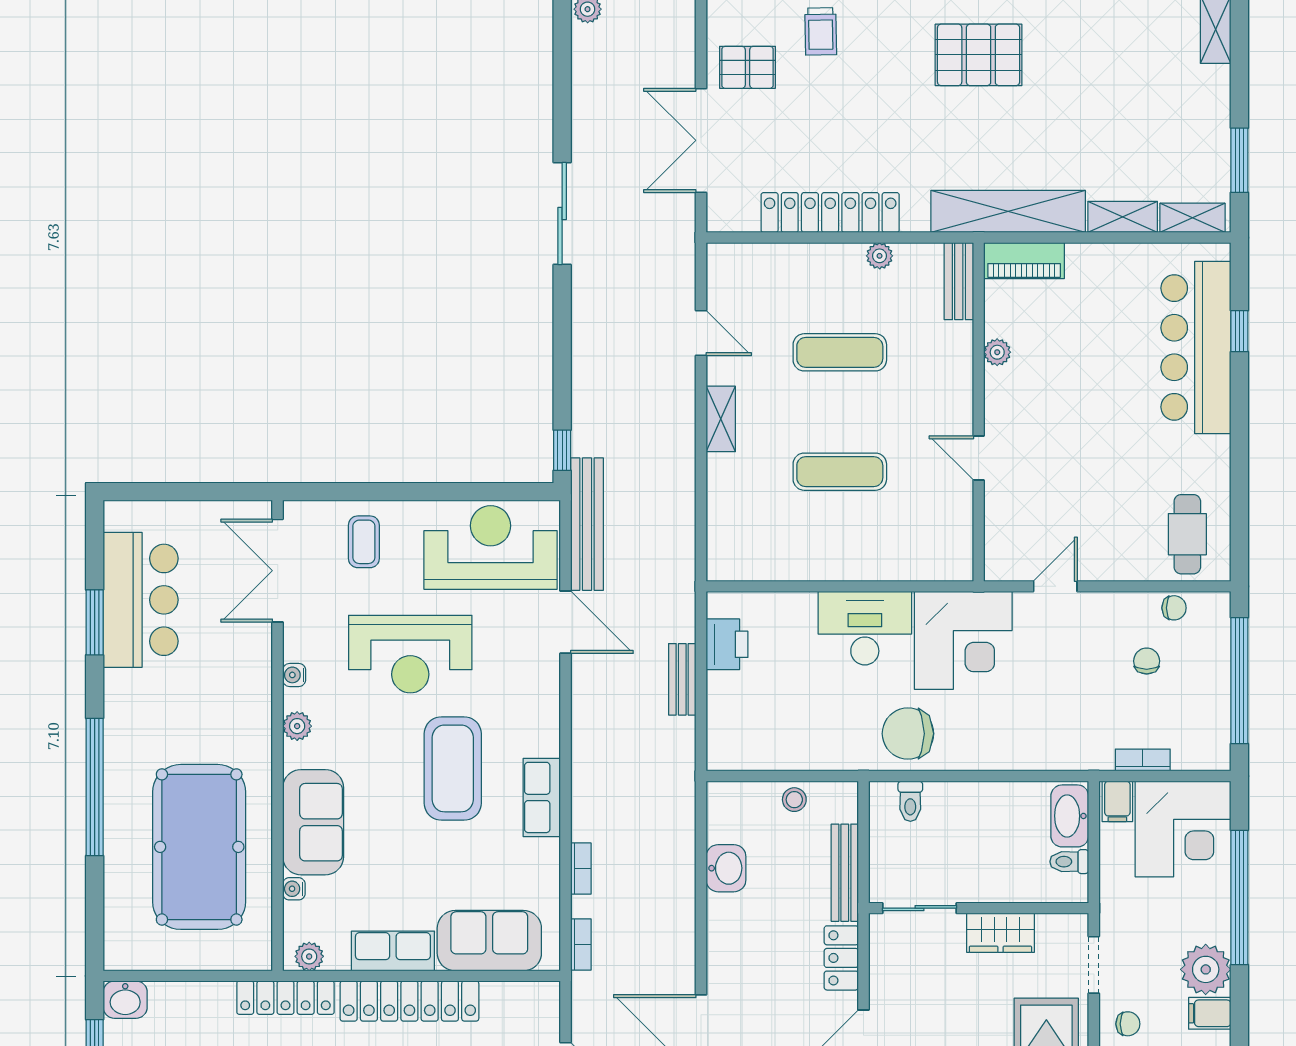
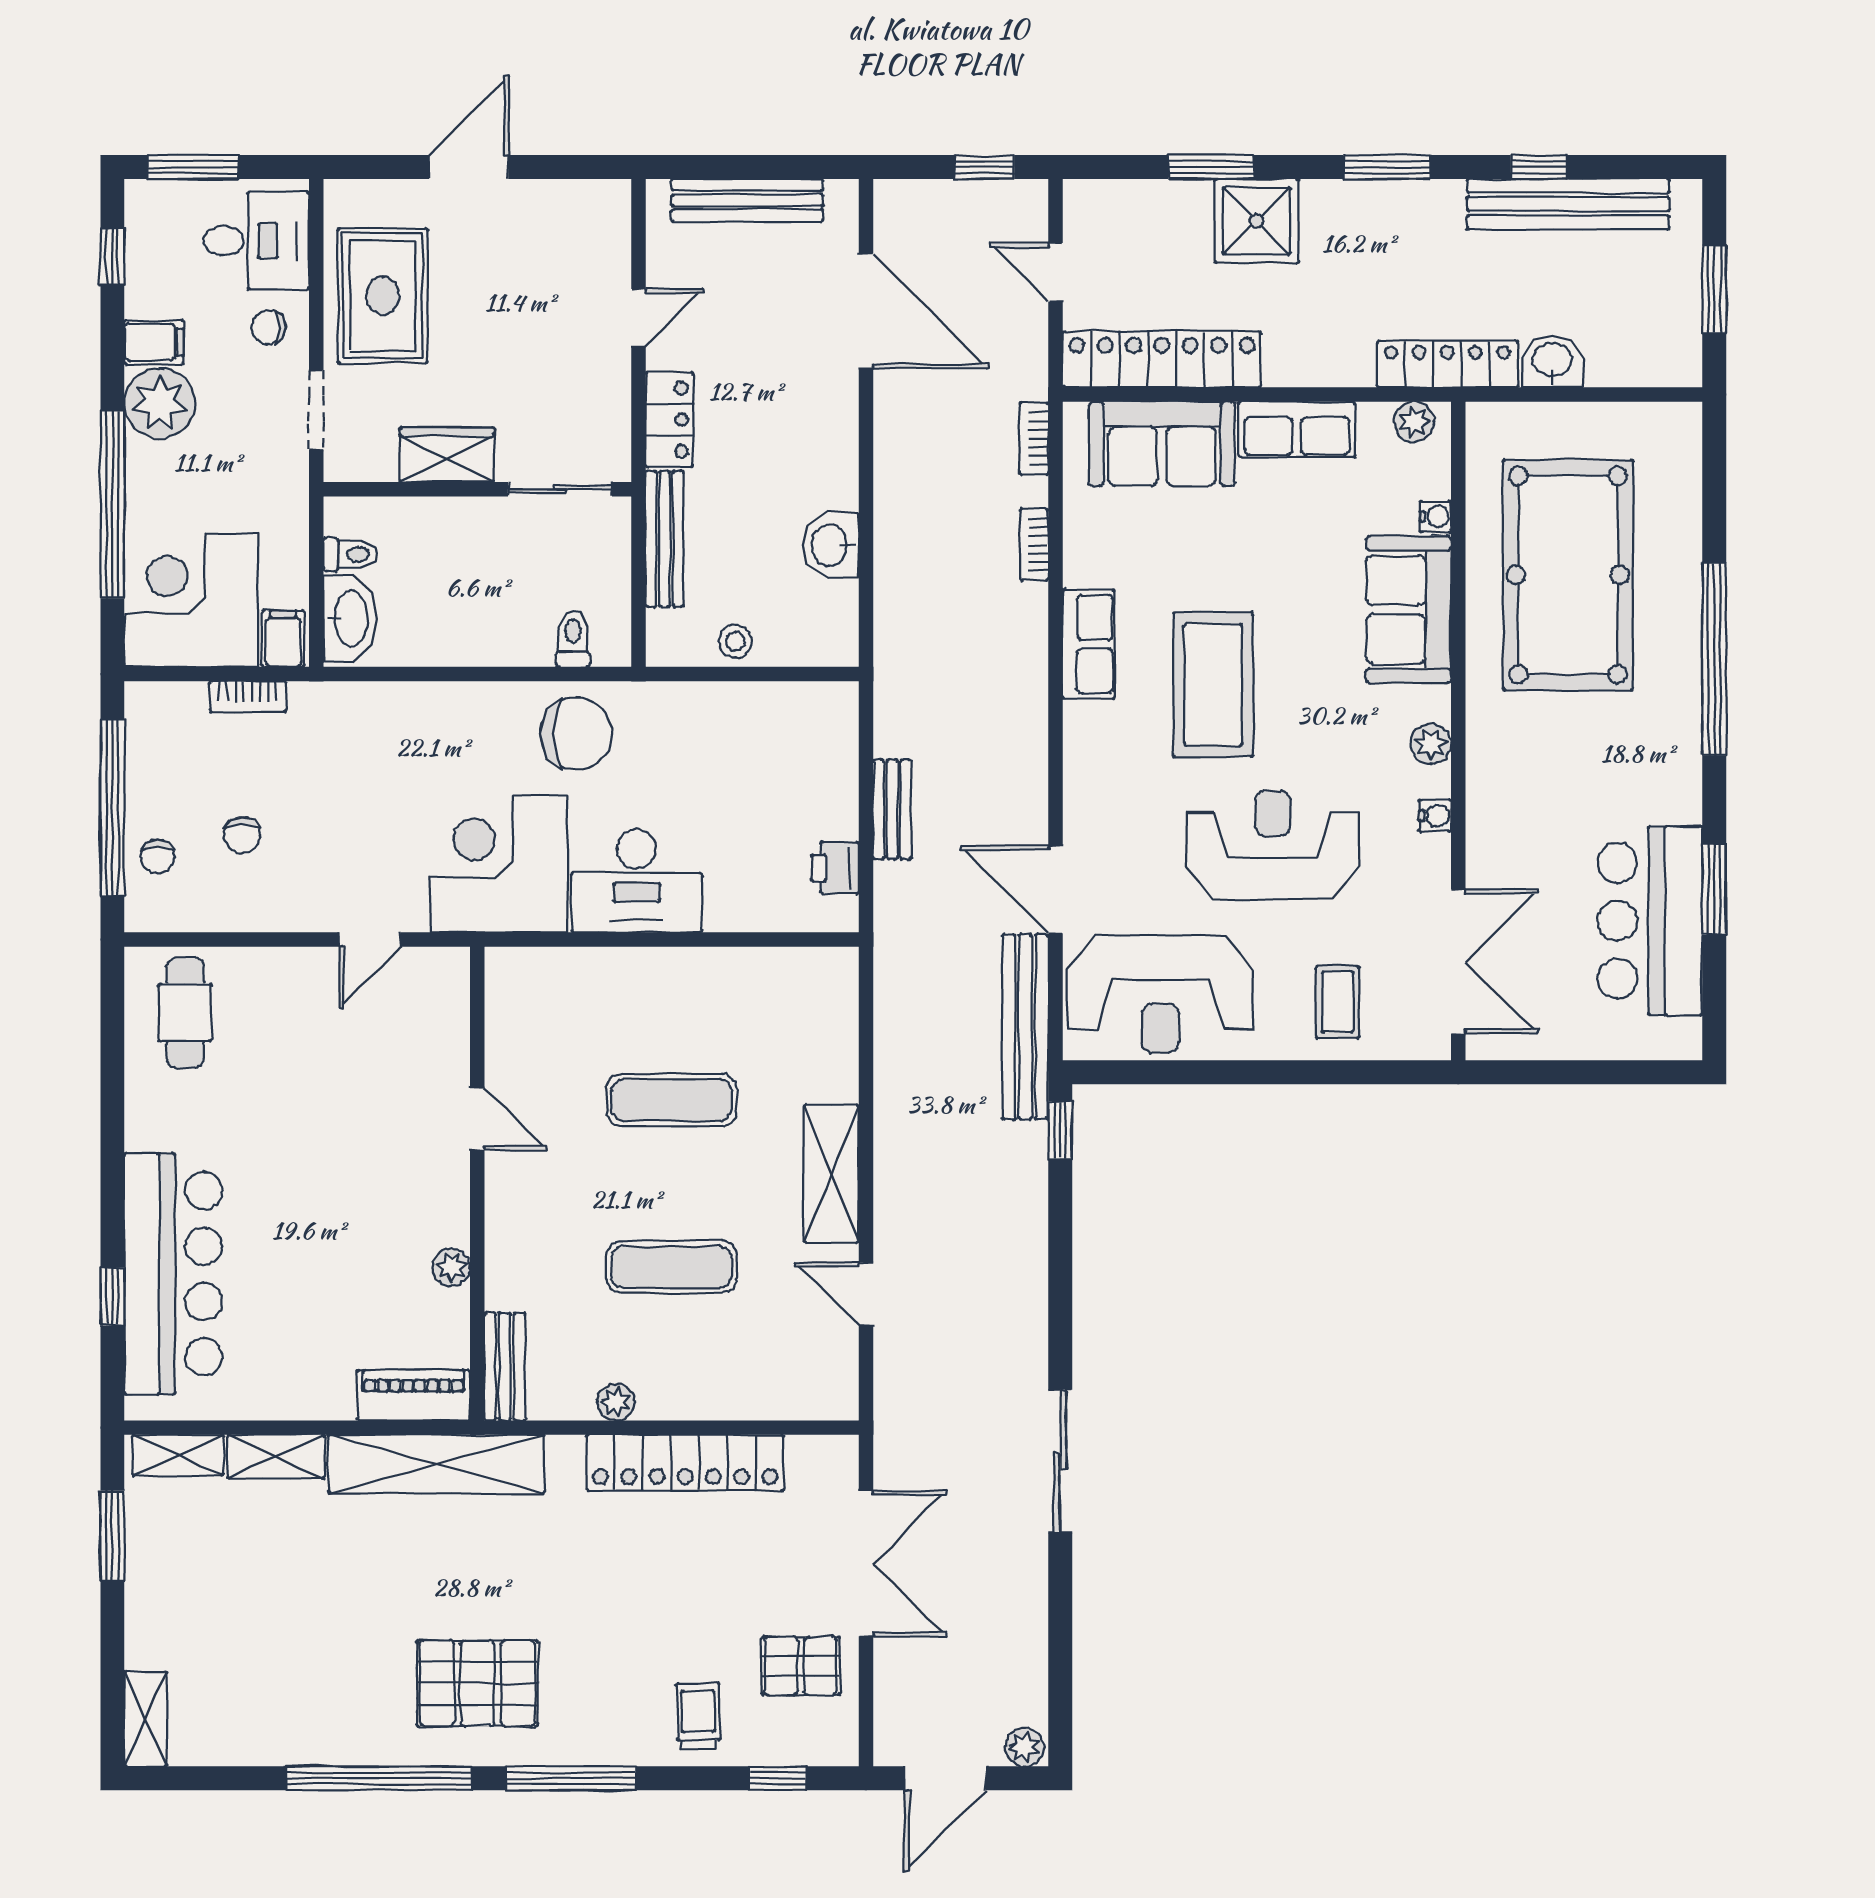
shelving: (721, 419) -> (831, 1174), width x1.50, depth x1.33
chair: (1174, 608) -> (157, 857), moved, turned -90
printer: (727, 644) -> (835, 868), width x0.73, depth x0.81
washbasin: (125, 1000) -> (1552, 361), moved
locker: (409, 1001) -> (1162, 359), moved

